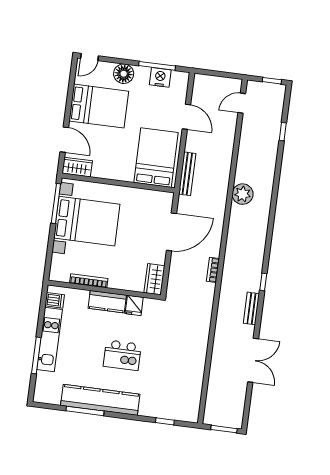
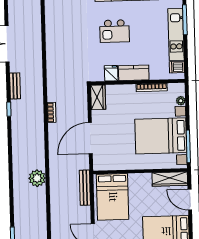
wardrobe: (77, 167) -> (170, 179), width x1.50
plant: (56, 260) -> (181, 101), added
kitchen island: (122, 355) -> (115, 31), turned 180

